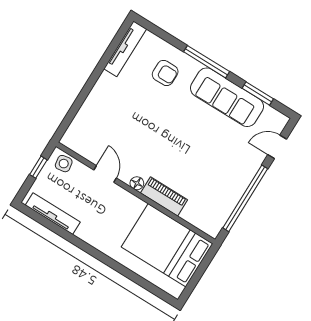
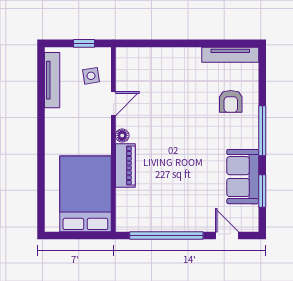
sofa: (227, 97) -> (243, 177), width x0.73
side table: (64, 164) -> (91, 76), moved

